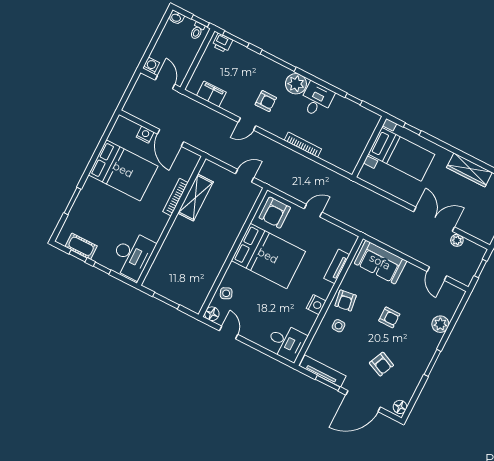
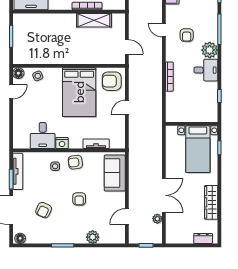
door: (313, 211) -> (127, 107), swing flipped
desk: (286, 342) -> (43, 136), moved

